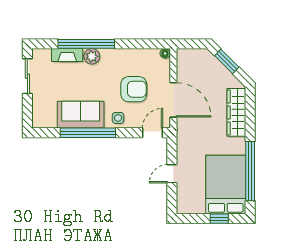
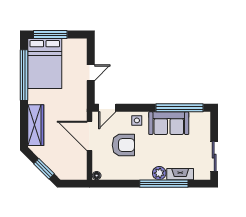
armchair: (134, 89) -> (123, 145), turned 180
window: (88, 133) -> (180, 108), moved
window: (219, 219) -> (50, 35), width x2.17

